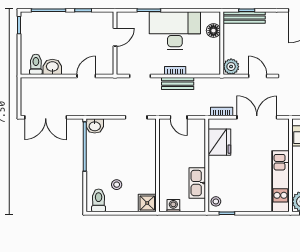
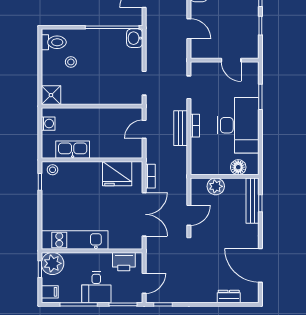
plant: (231, 67) -> (216, 186), moved

